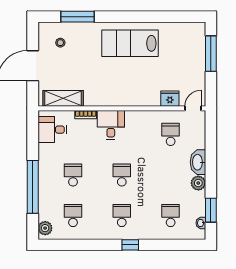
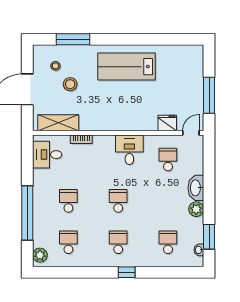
window: (211, 54) -> (209, 95), moved
stool: (75, 61) -> (70, 84), added
desk: (111, 125) -> (129, 150), moved

